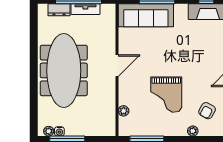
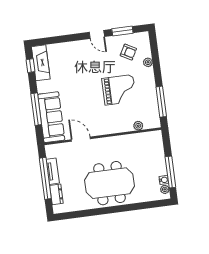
door: (117, 66) -> (81, 139), moved
meeting table: (64, 70) -> (110, 183), width x0.73

